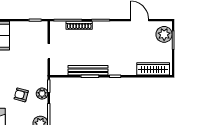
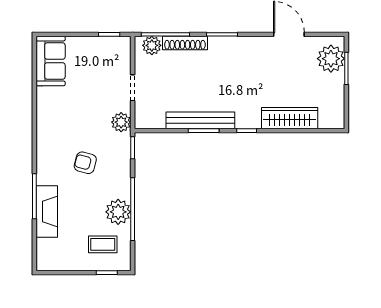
plant: (60, 27) -> (152, 45), added
wardrobe: (153, 69) -> (290, 118), moved
plant: (42, 94) -> (121, 122), moved

